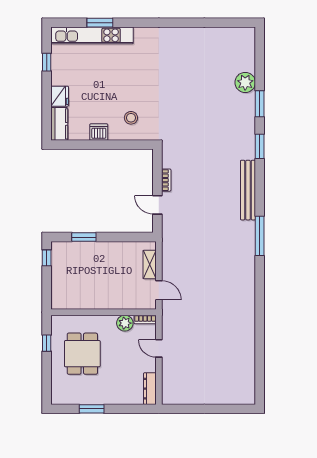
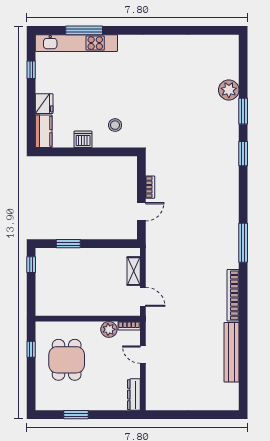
window: (100, 23) -> (84, 30), width x1.44
bench: (248, 190) -> (231, 352), moved
door: (157, 205) -> (141, 212), swing flipped
bookcase: (250, 289) -> (233, 295), added

